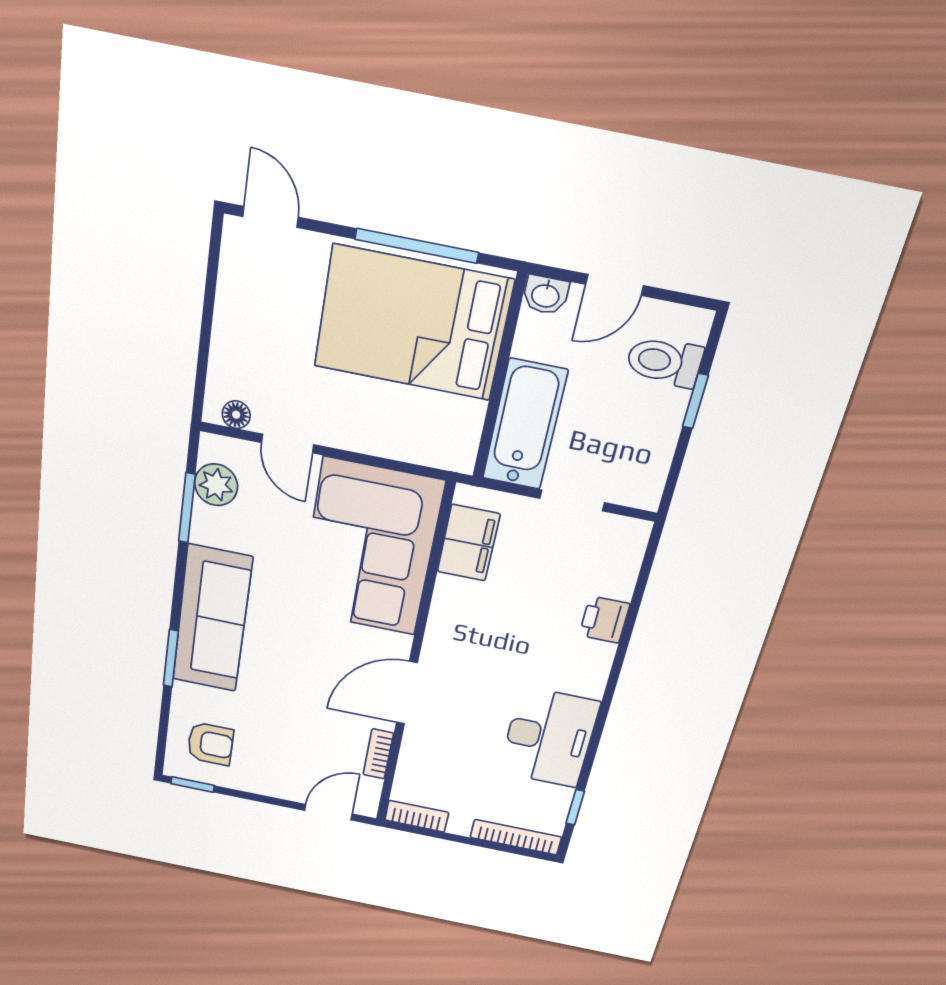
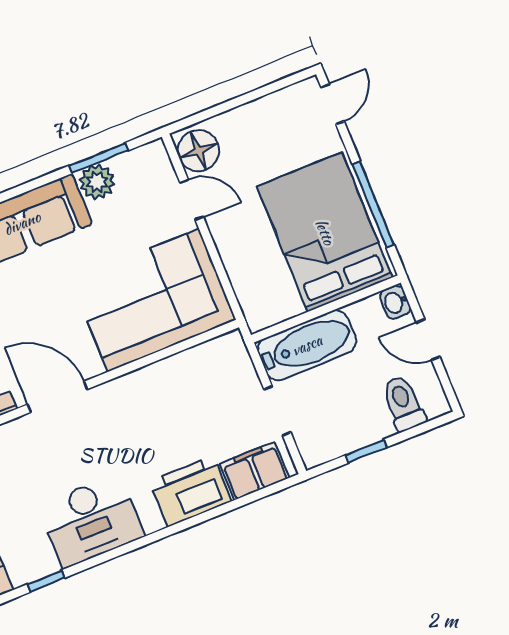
window: (695, 401) -> (366, 451), moved
floor lamp: (236, 415) -> (198, 151), width x1.89, depth x1.89
door: (288, 444) -> (192, 200), swing flipped
plant: (216, 485) -> (97, 182), moved
filing cabinet: (468, 543) -> (254, 471), moved, turned 180
printer: (604, 620) -> (191, 491), width x1.87, depth x1.48

